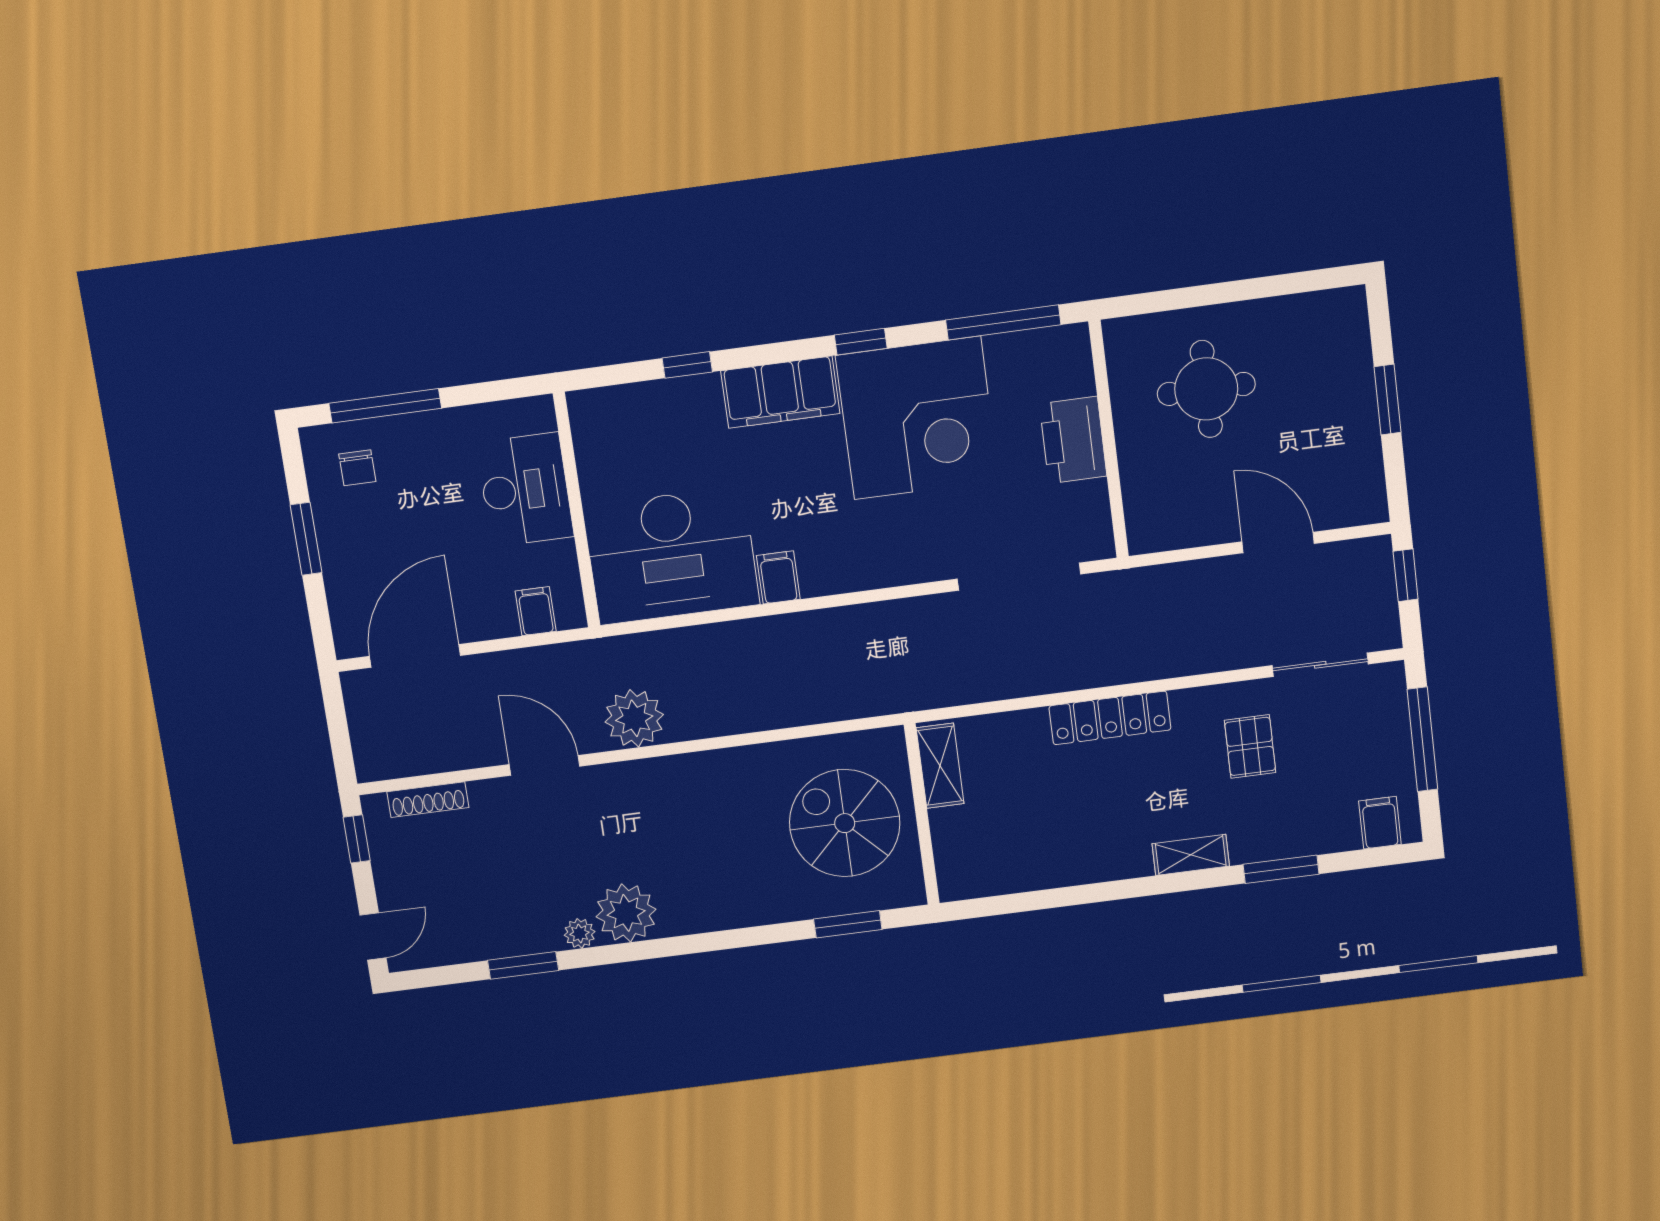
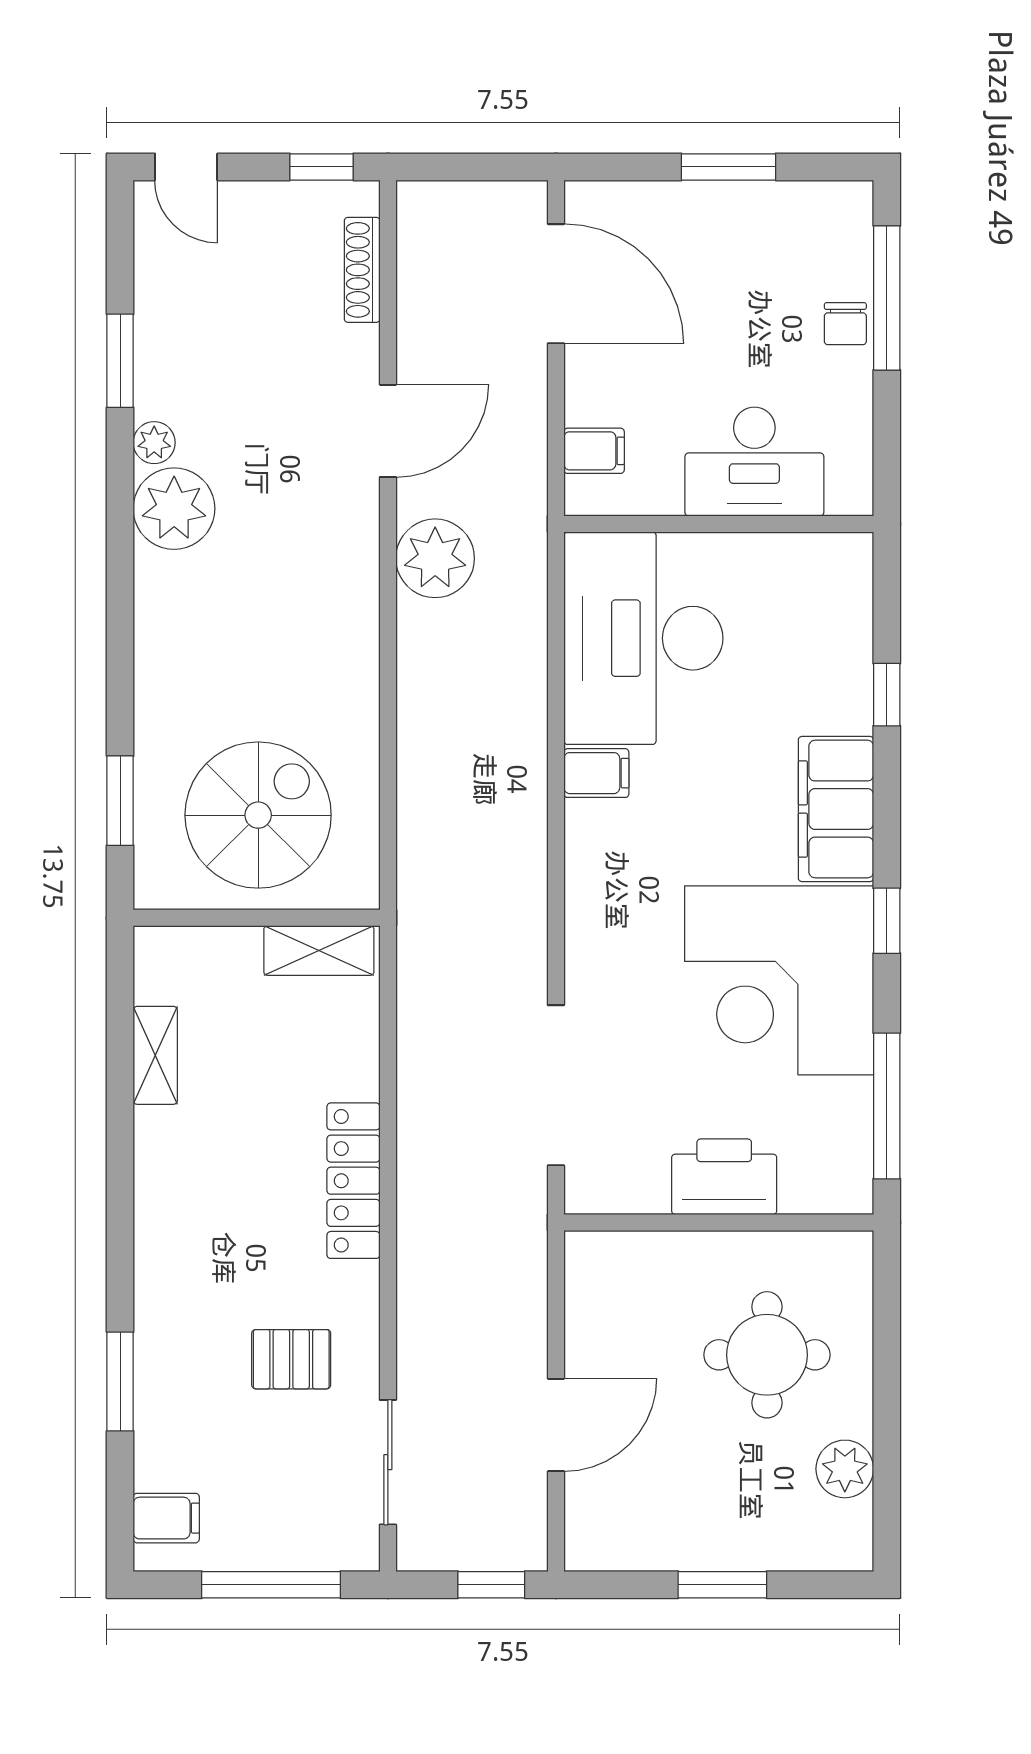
plant: (1288, 317) -> (845, 1469), added
chair: (357, 468) -> (845, 324), moved, turned -90
shelving: (1191, 855) -> (155, 1055), moved

